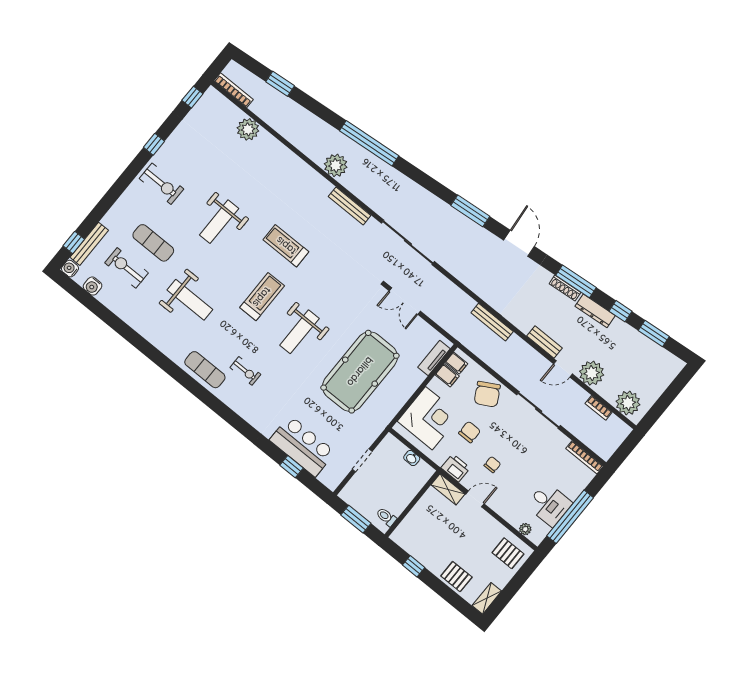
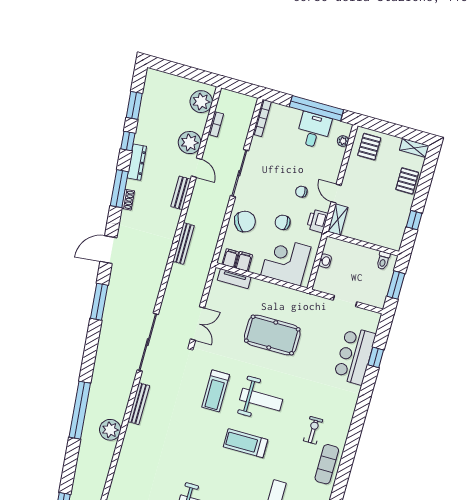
treadmill: (286, 246) -> (216, 391), moved
shoe rack: (565, 288) -> (128, 200), width x0.70
pool table: (360, 372) -> (272, 335), width x0.73, depth x0.76

